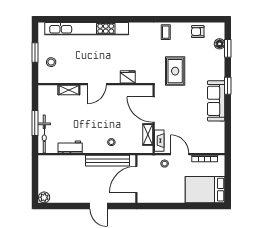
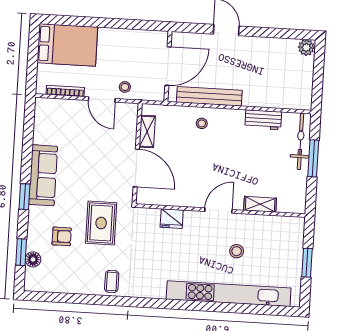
armchair: (198, 32) -> (62, 236), moved
stool: (51, 62) -> (237, 251), moved
fireplace: (159, 141) -> (131, 121), removed

